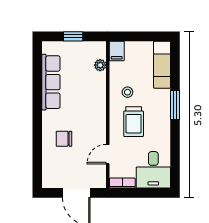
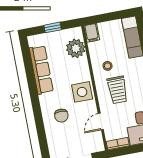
plant: (100, 65) -> (76, 48), width x1.88, depth x1.88
side table: (93, 116) -> (82, 92), added
chair: (64, 139) -> (61, 116), turned -90

